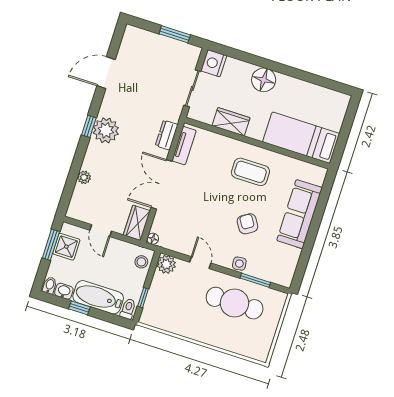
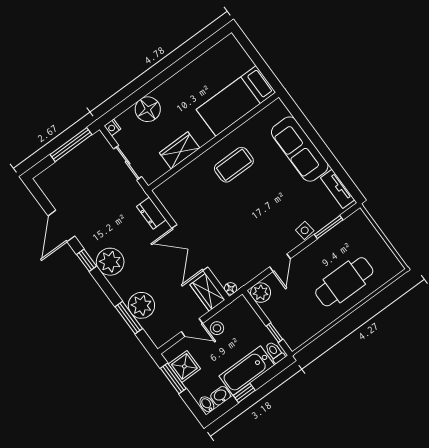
window: (175, 34) -> (71, 145), width x1.44
nightstand: (214, 63) -> (112, 127), width x0.53, depth x0.56
floor lamp: (264, 80) -> (148, 109), moved
window: (89, 126) -> (87, 260), moved
tv unit: (184, 146) -> (338, 189), moved, turned 180
window: (73, 176) -> (129, 318), added
plant: (84, 177) -> (141, 305), width x1.87, depth x1.87
armchair: (247, 224) -> (276, 199), removed
stool: (141, 262) -> (217, 328), moved
door: (200, 263) -> (280, 263), swing flipped
cafe table: (235, 303) -> (344, 282), moved

